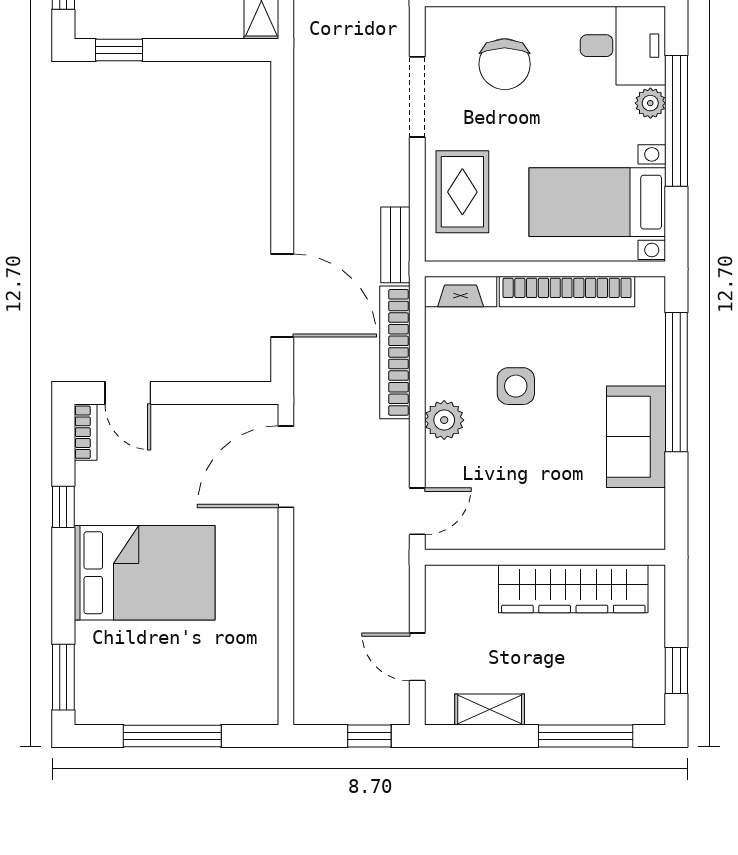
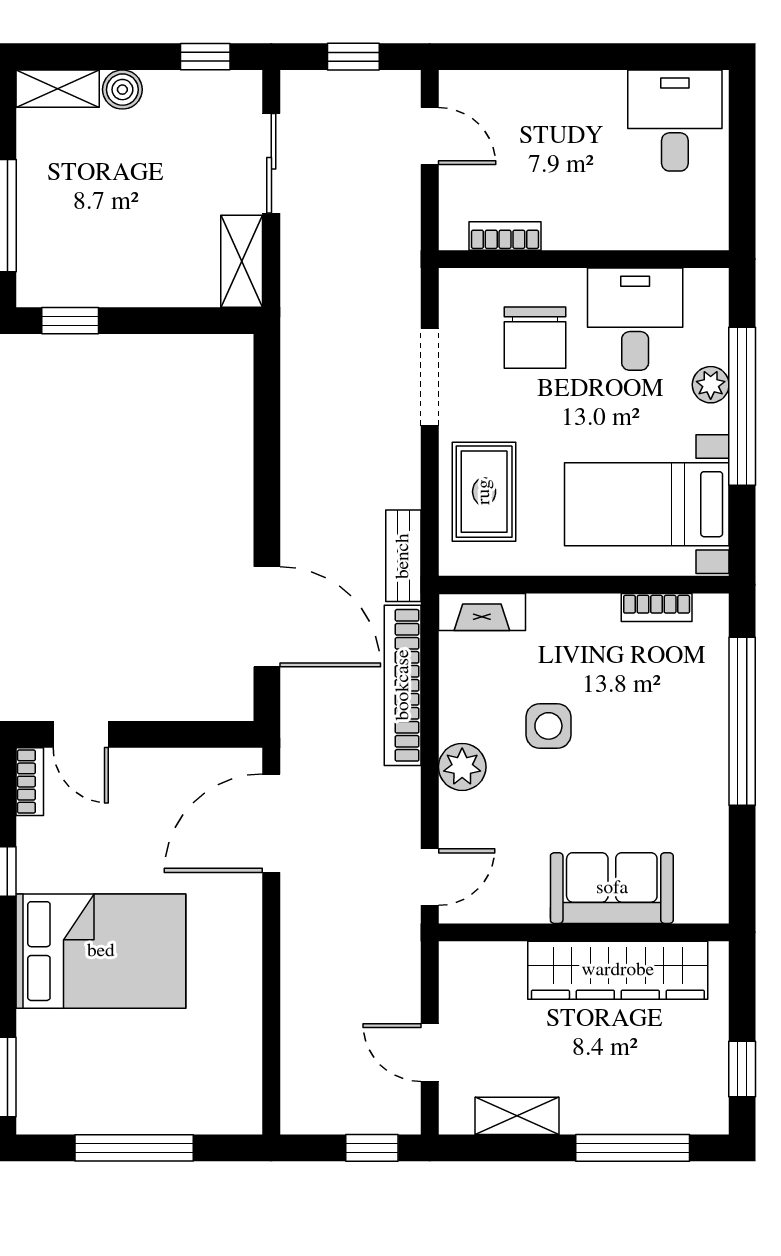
desk: (623, 46) -> (635, 319), moved, turned -90
bookcase: (567, 292) -> (657, 608), width x0.43, depth x0.76
sofa: (636, 437) -> (612, 888), moved, turned 90

